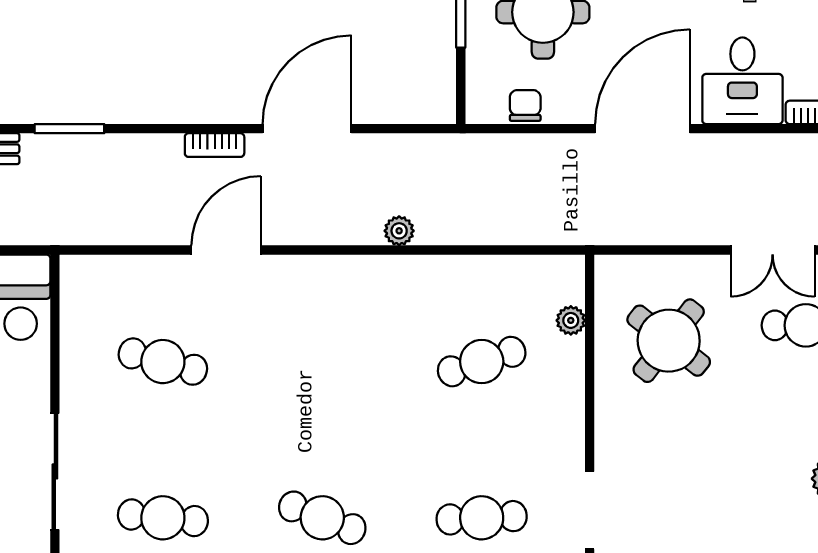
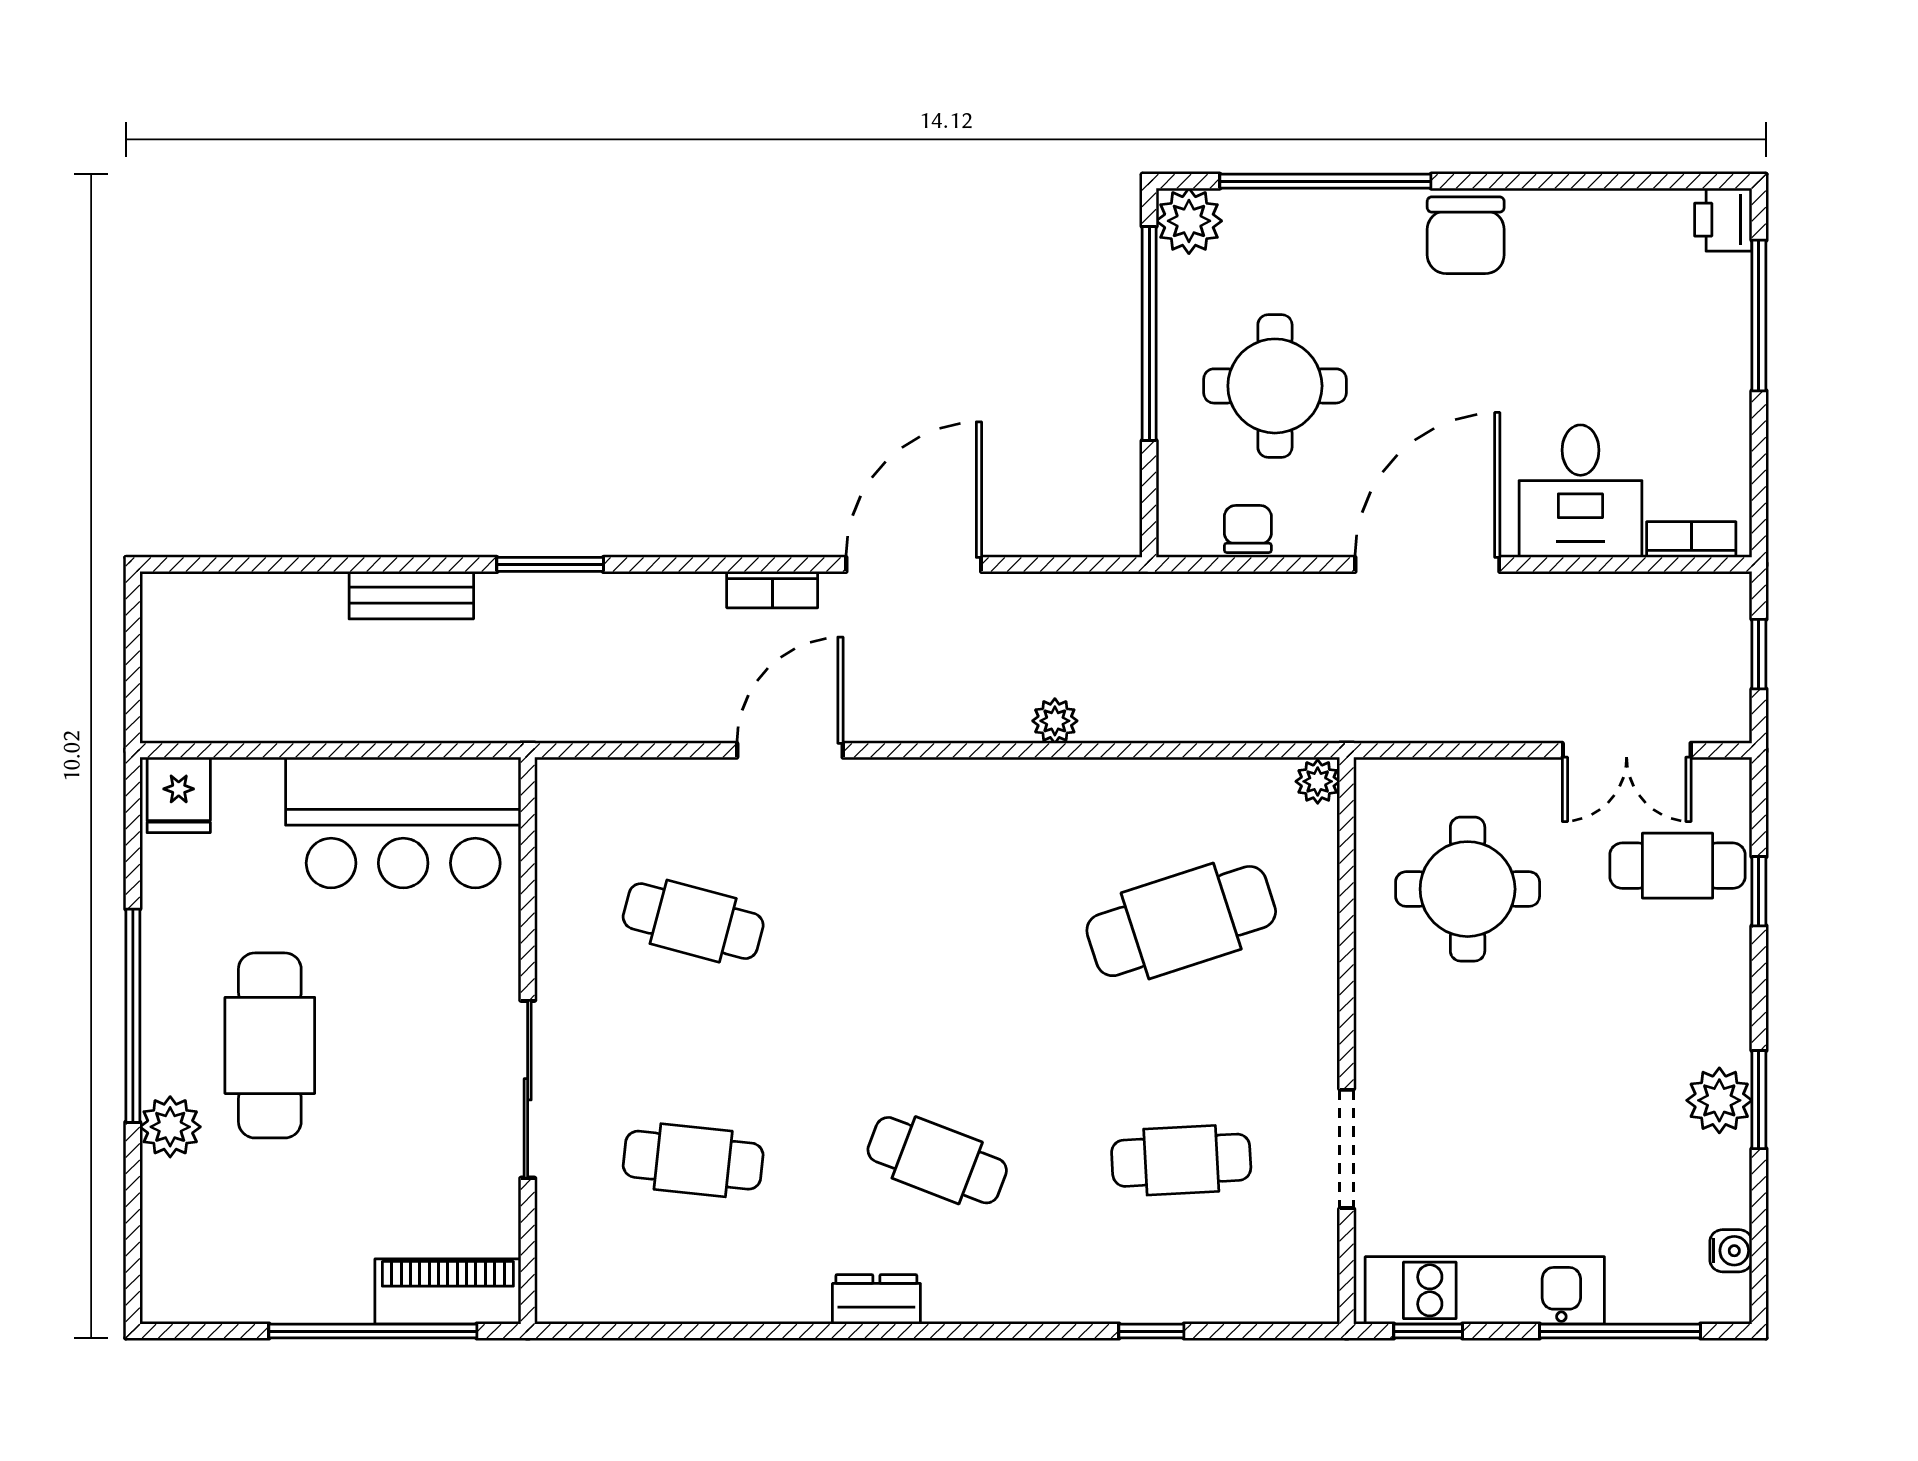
plant: (571, 320) -> (1318, 781), moved
round table: (669, 341) -> (1468, 889), turned -38
cafe table: (482, 362) -> (1181, 921), width x1.37, depth x1.35

